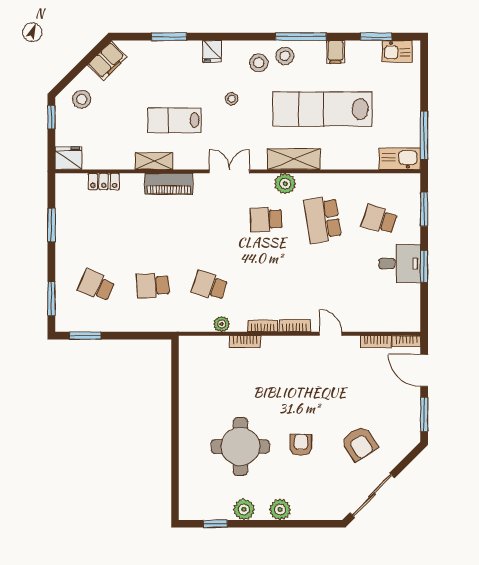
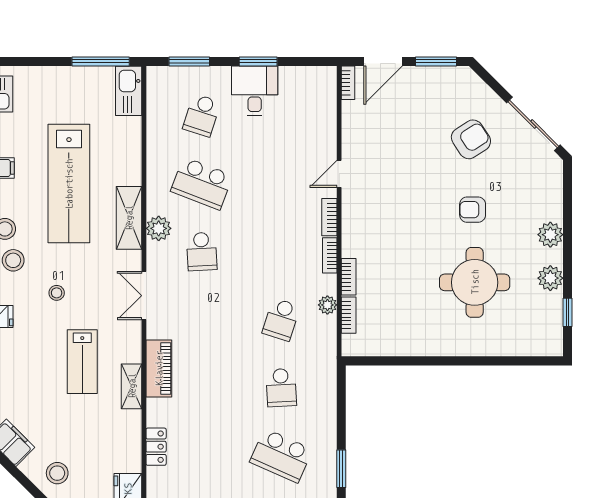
school desk: (323, 219) -> (202, 183), turned 30
school desk: (96, 286) -> (281, 456), width x1.85
bookcase: (376, 342) -> (349, 315), moved

